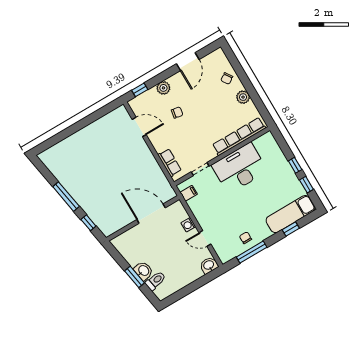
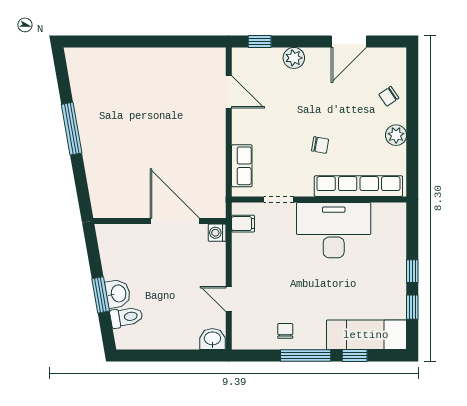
chair: (177, 112) -> (320, 145), moved
window: (88, 223) -> (81, 183), removed
washing machine: (188, 225) -> (217, 233), moved
window: (252, 252) -> (306, 356), moved

